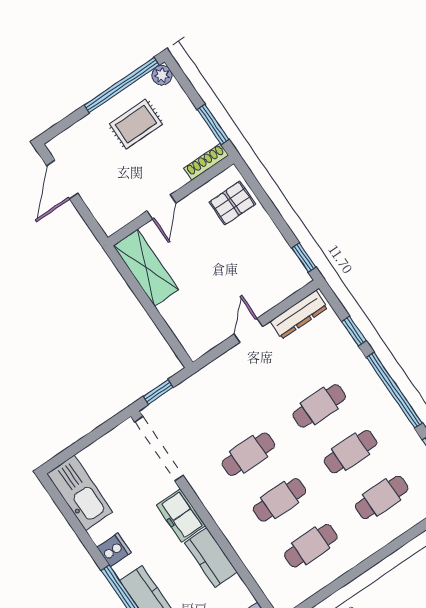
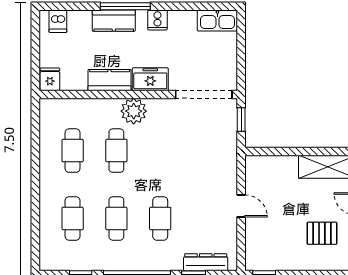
pallet: (232, 203) -> (322, 233), moved, turned 90
dresser: (299, 315) -> (206, 262), moved, turned 90
cafe table: (248, 454) -> (160, 151), removed
kitchen sink: (80, 493) -> (217, 21), width x0.73, depth x0.81
plant: (226, 510) -> (134, 111), added

